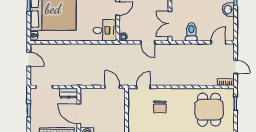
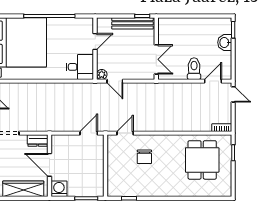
double door: (170, 24) -> (156, 59), swing flipped
toilet: (191, 32) -> (194, 69), moved
door: (148, 42) -> (115, 81), moved
door: (235, 67) -> (233, 94), moved
door: (112, 87) -> (89, 133), hinge flipped

